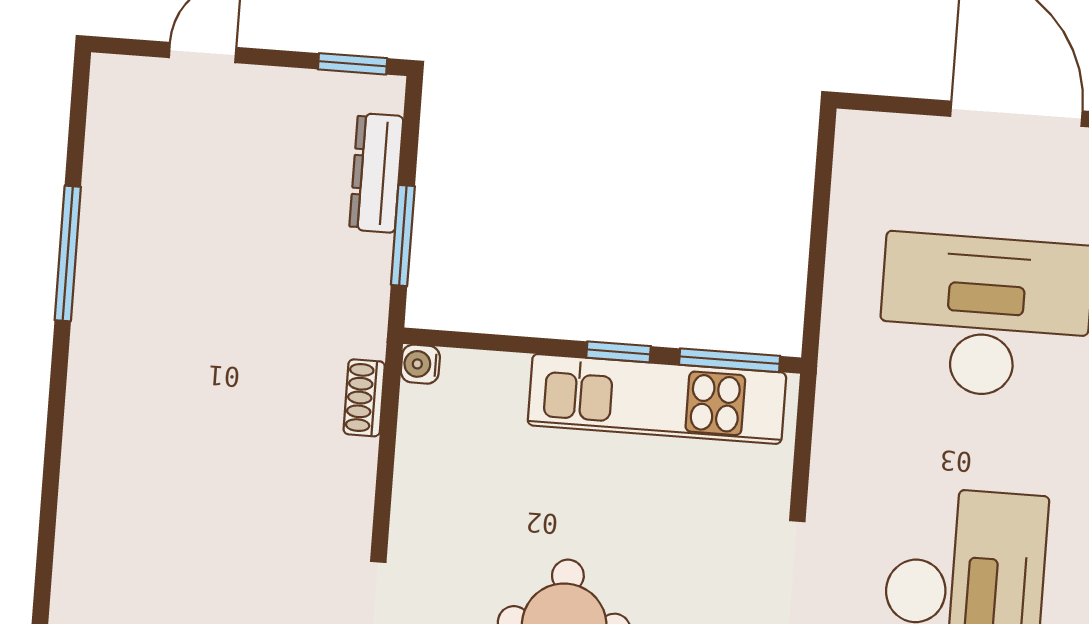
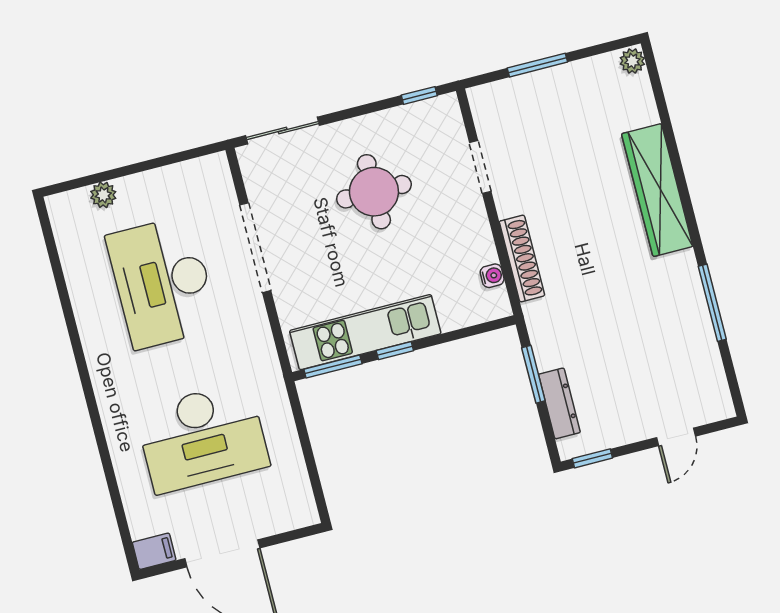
water cooler: (420, 364) -> (492, 276), moved
shoe rack: (364, 398) -> (522, 259), width x1.94, depth x1.24
wardrobe: (96, 470) -> (657, 190), added

